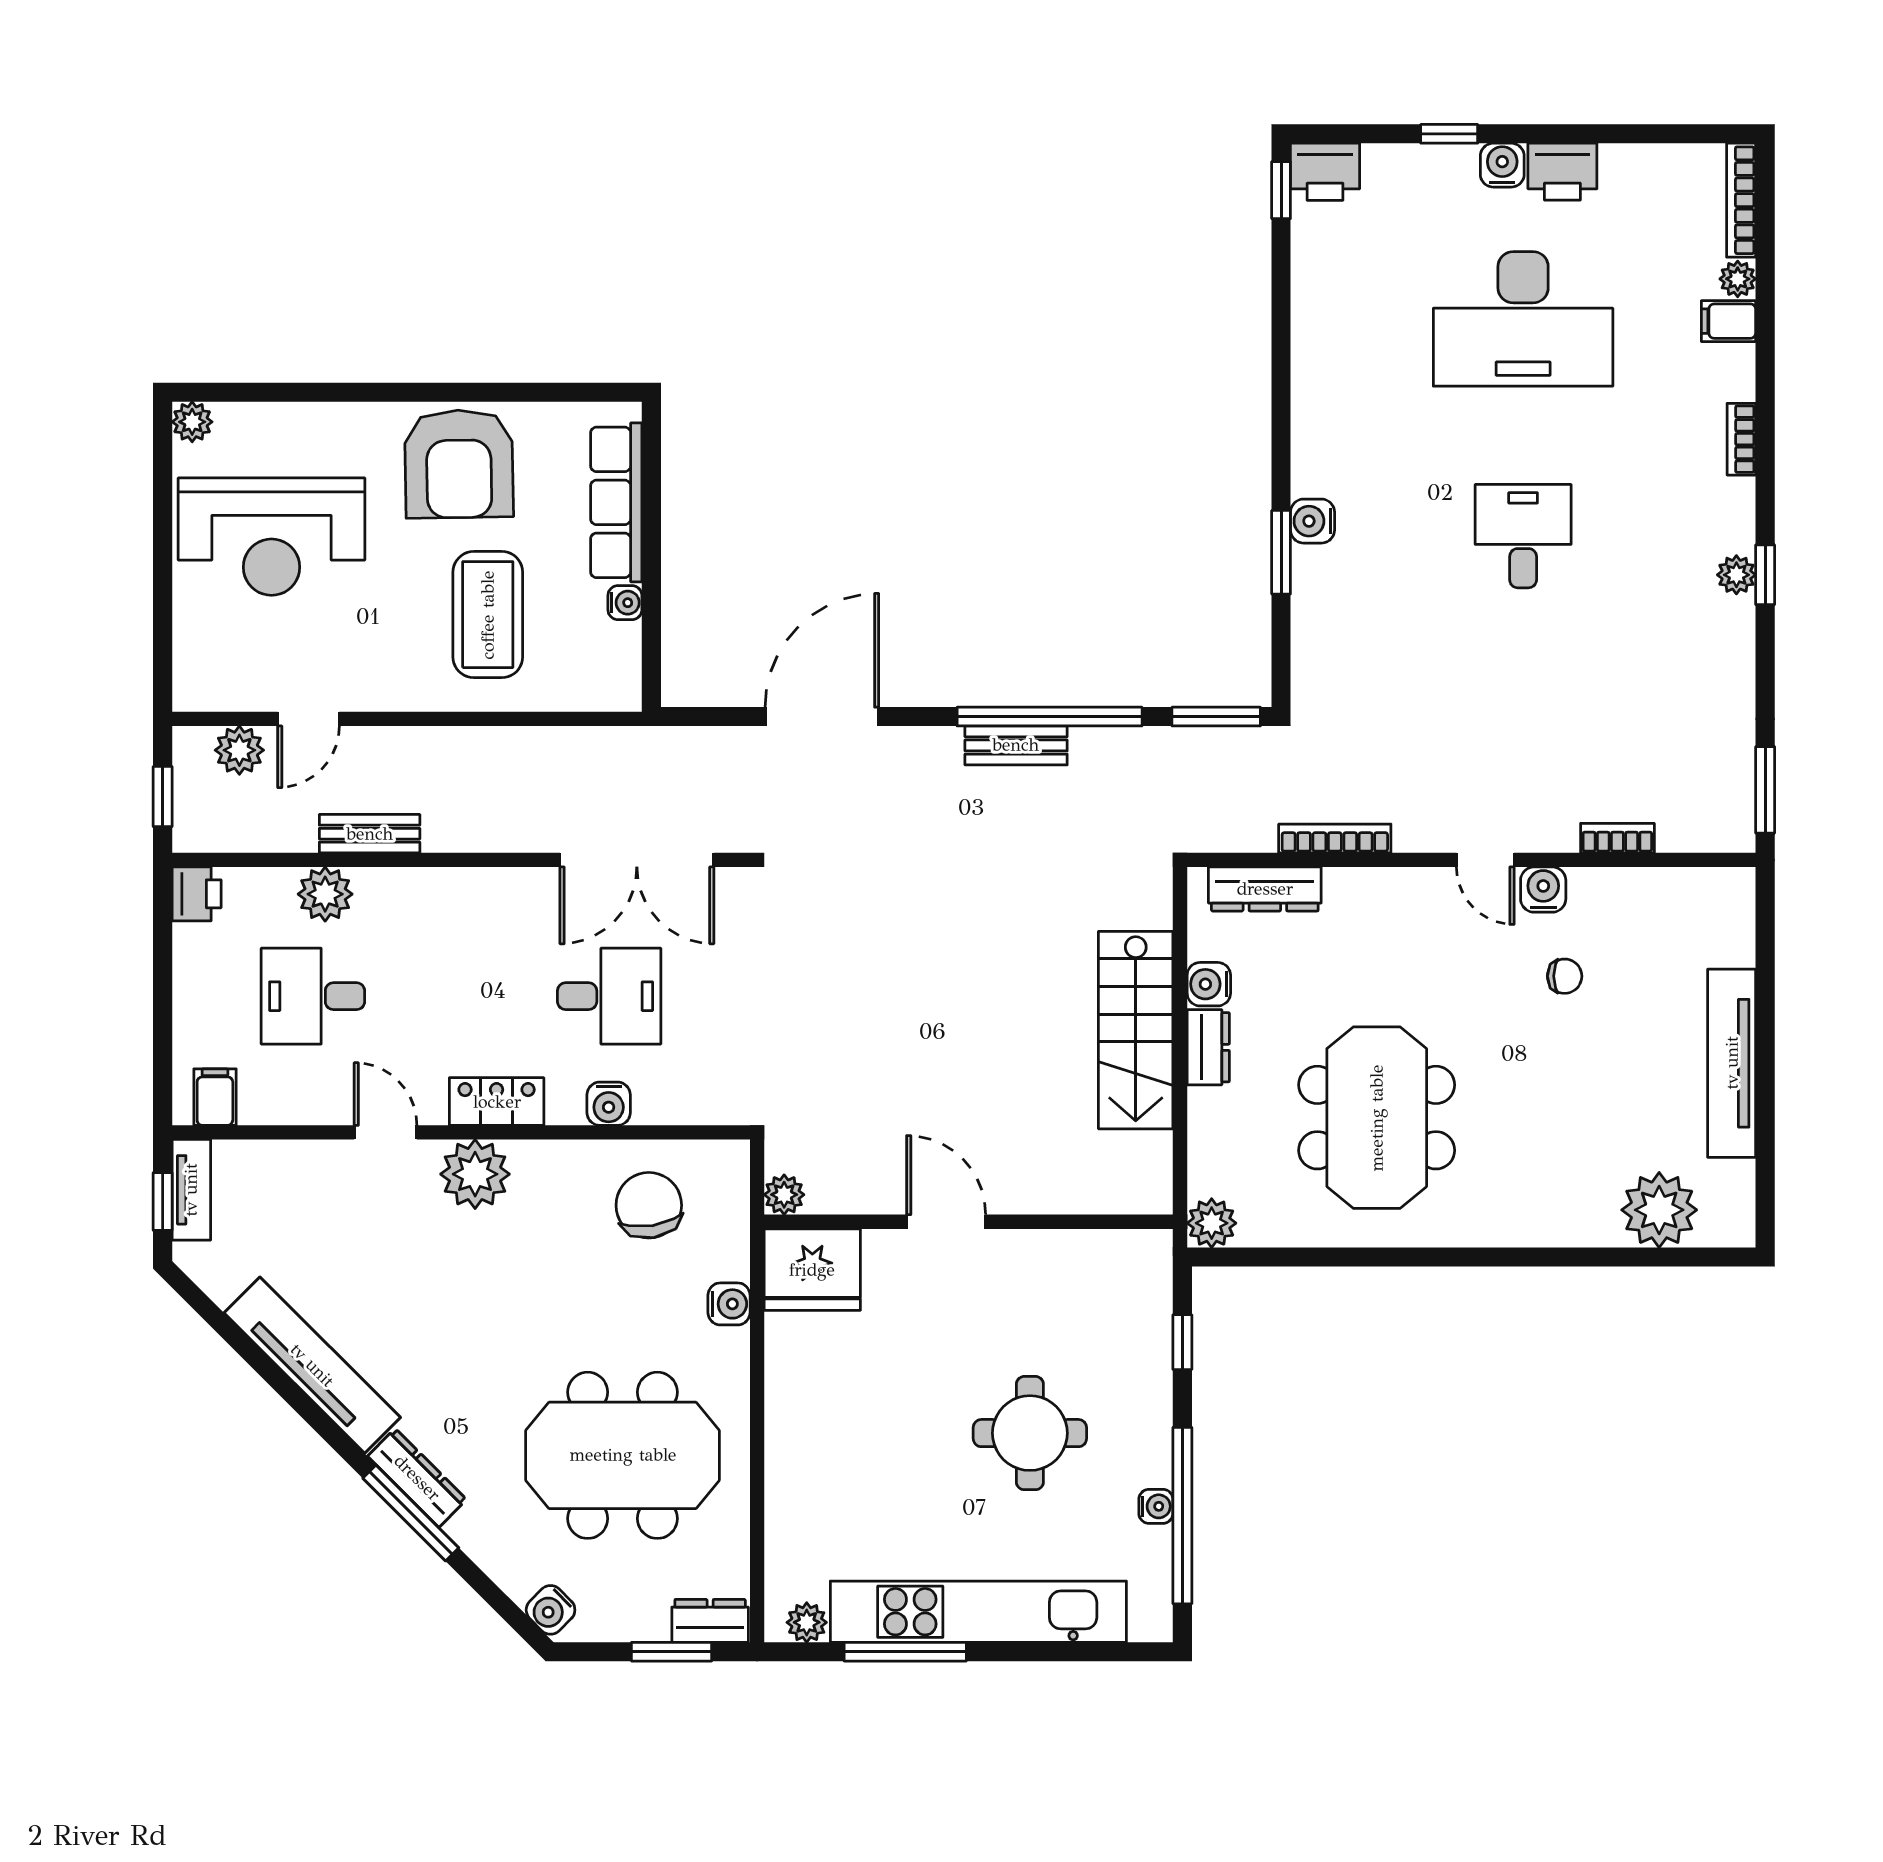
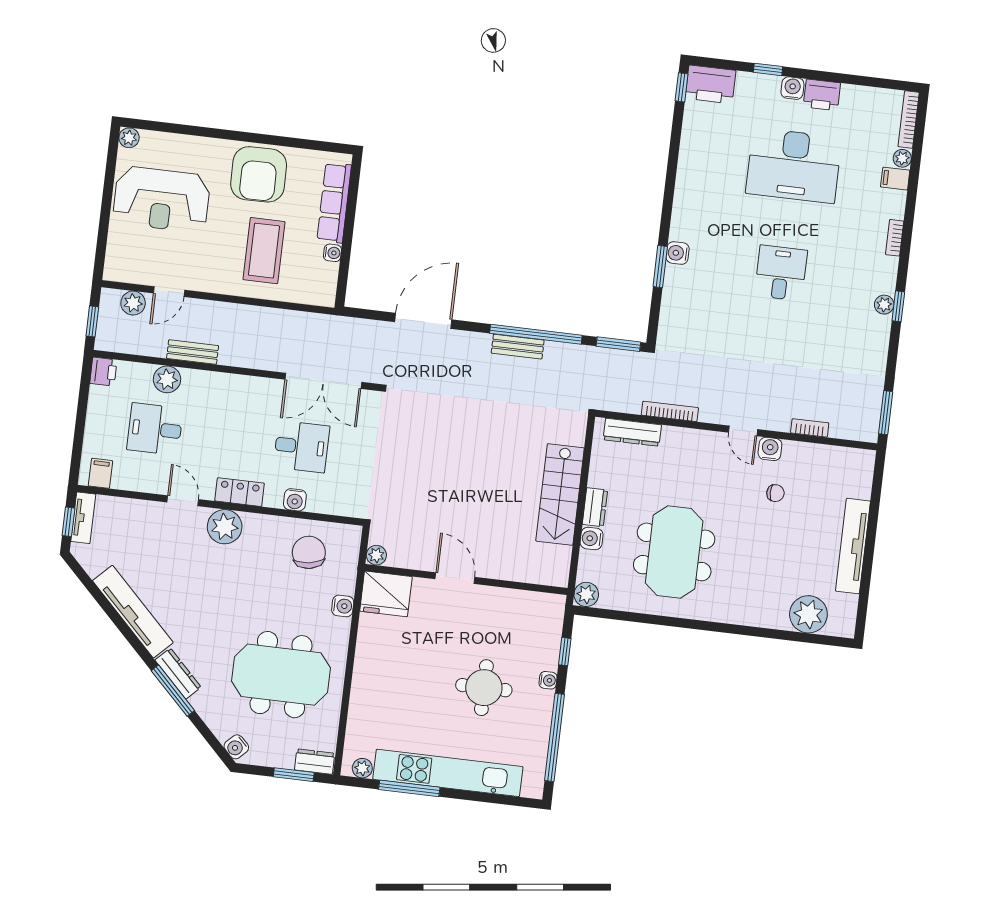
printer: (1325, 172) -> (710, 84), width x1.37, depth x1.19
water cooler: (1209, 984) -> (592, 538), moved
water cooler: (1156, 1506) -> (548, 680), moved

